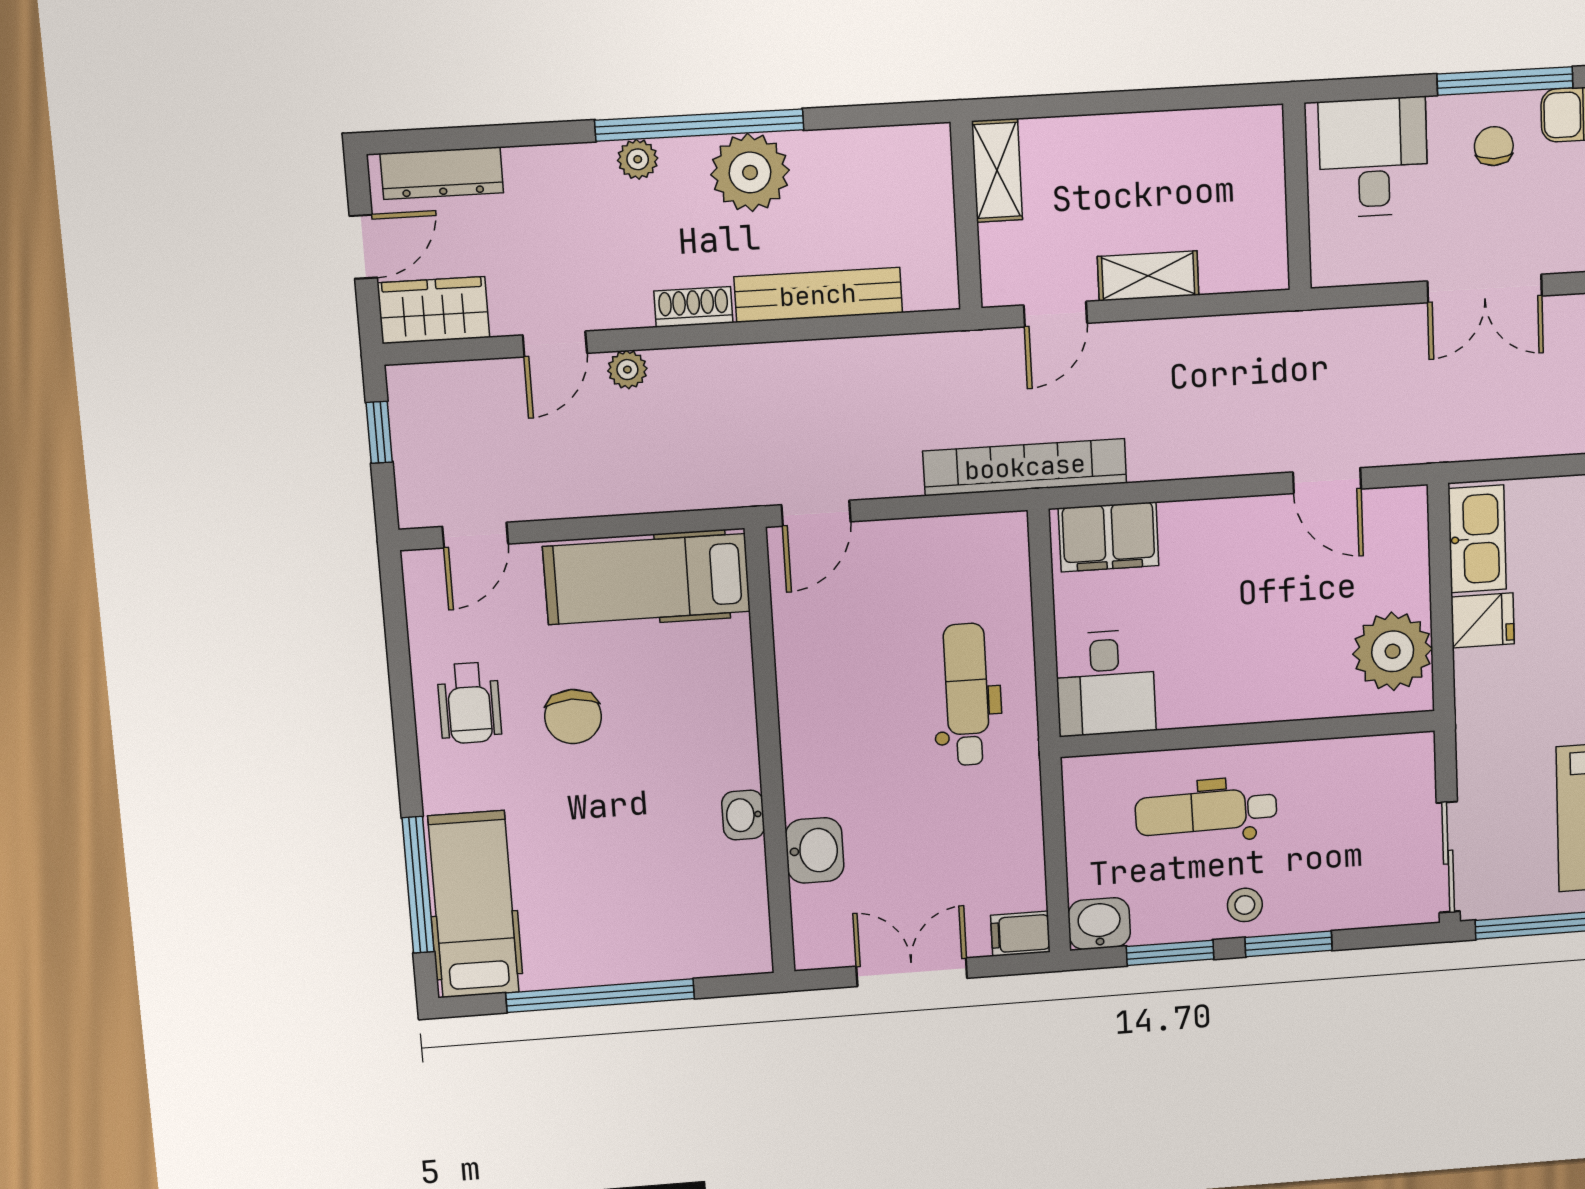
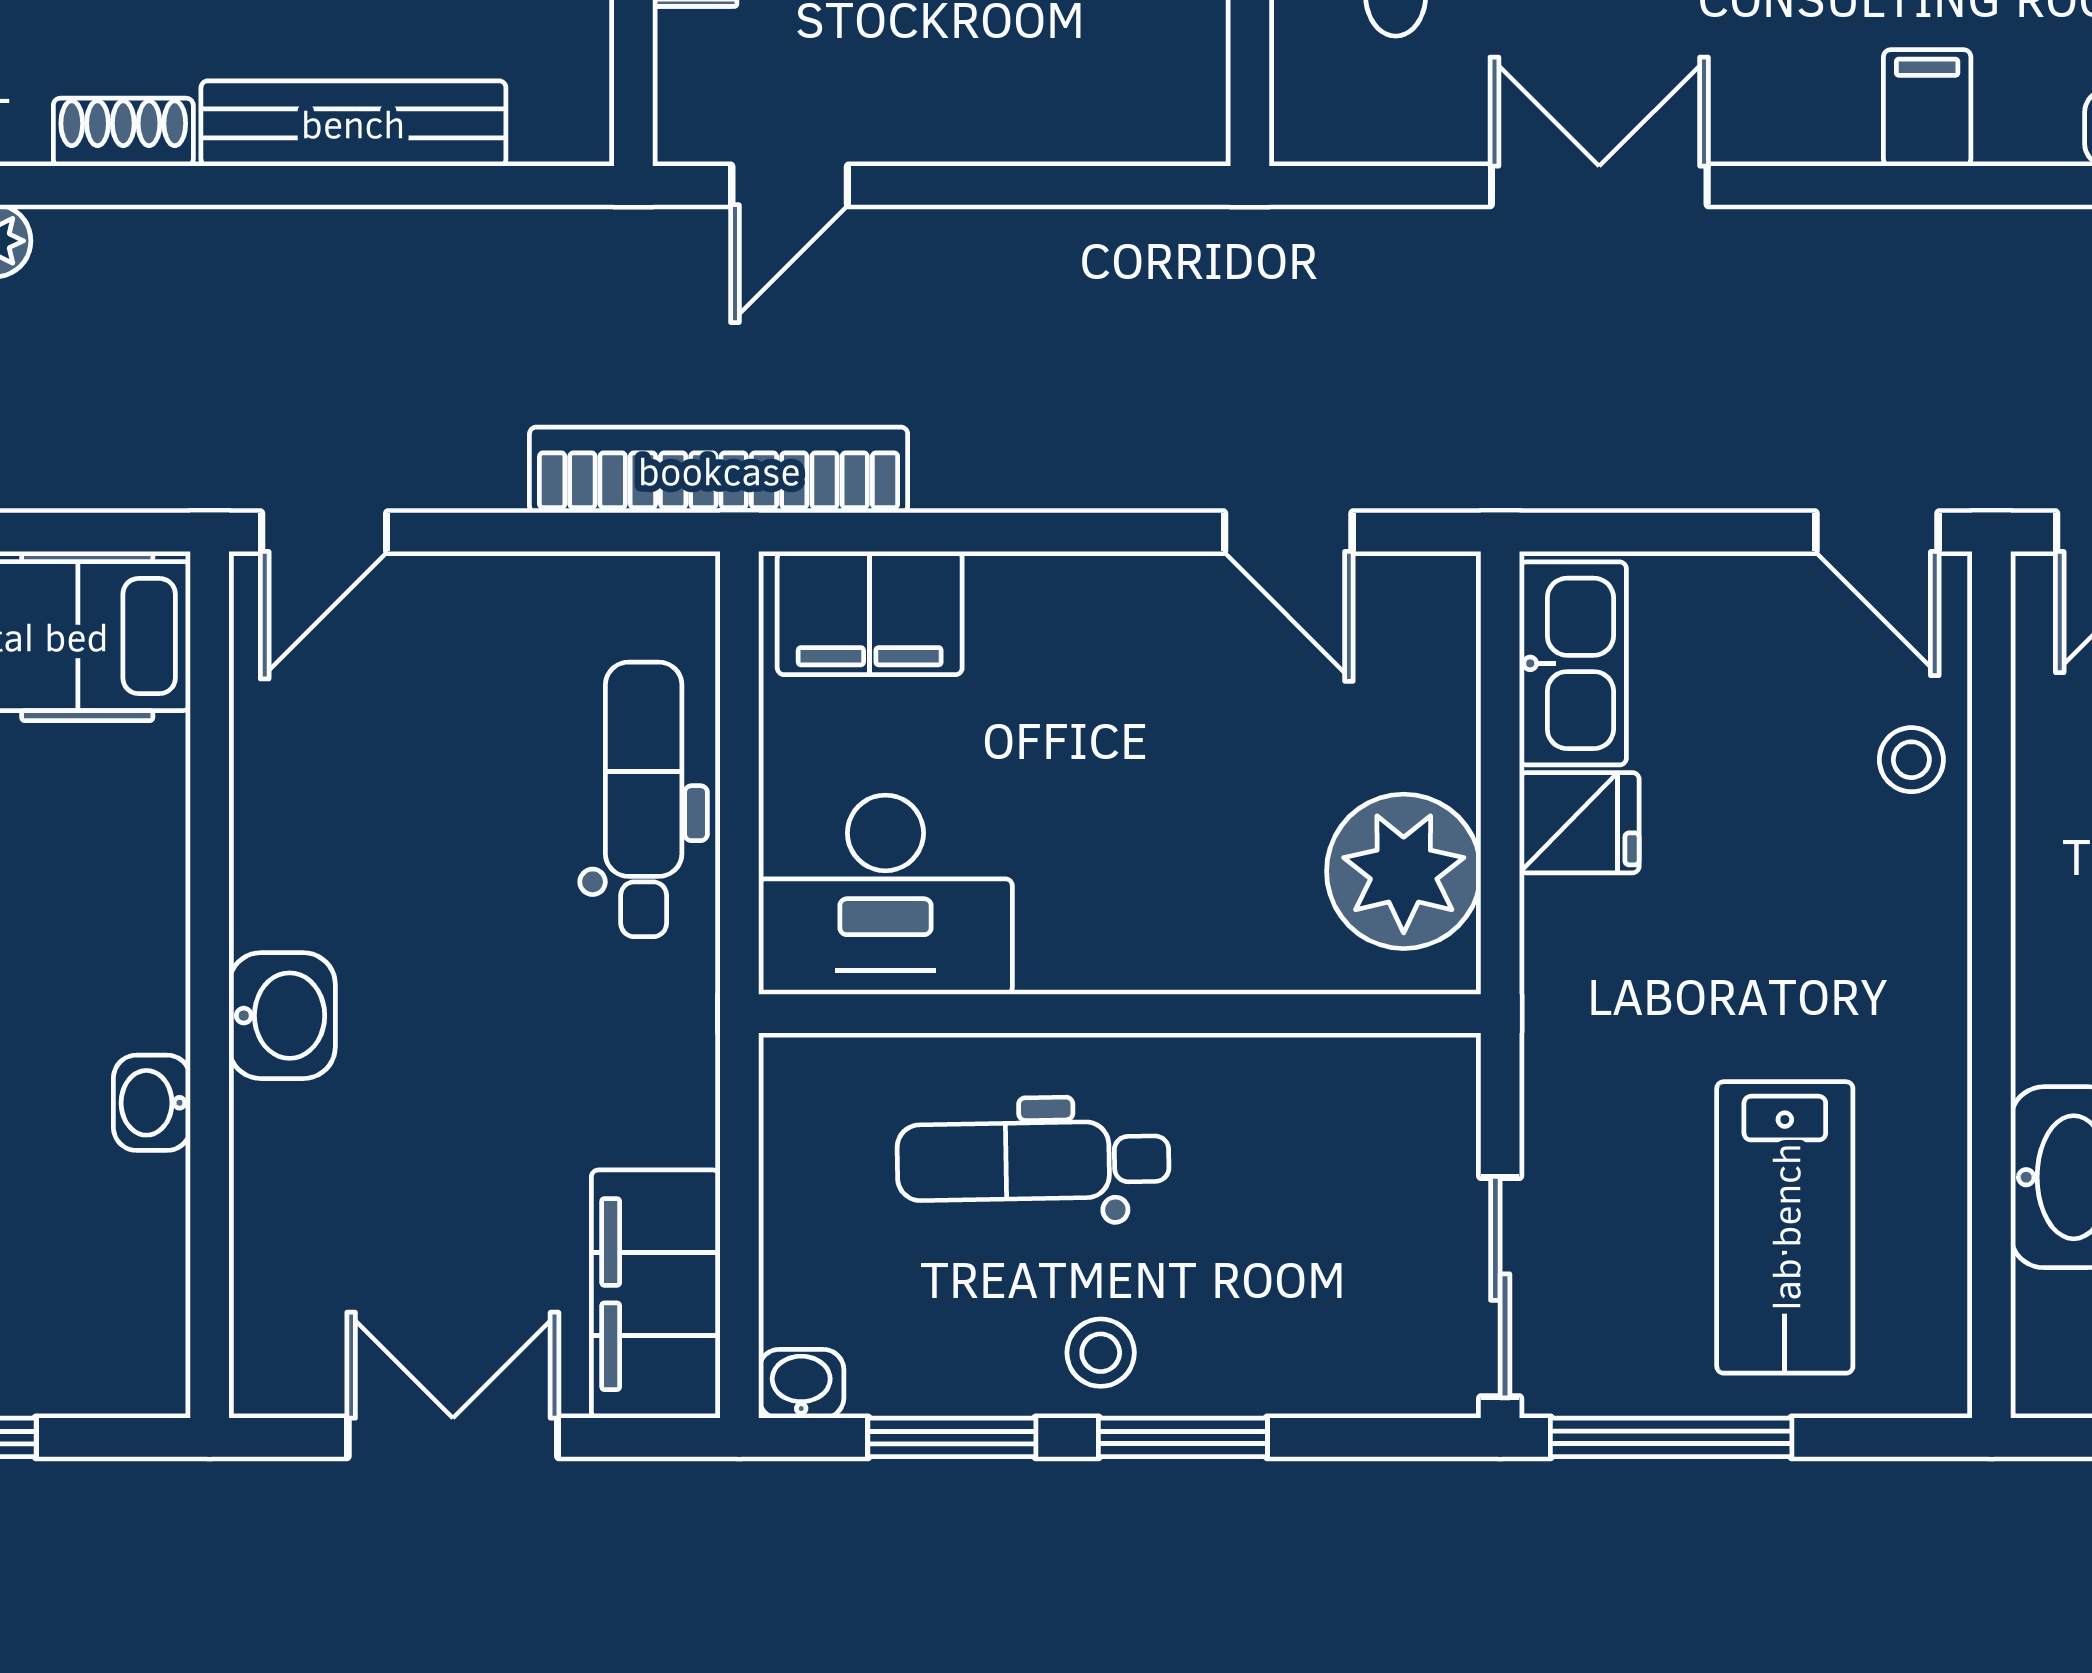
shelving: (1148, 276) -> (966, 124), removed
double door: (1485, 288) -> (1599, 185), swing flipped
desk: (1105, 683) -> (885, 895), width x1.37
dental chair: (967, 695) -> (644, 799), moved
washbasin: (815, 850) -> (282, 1016), moved
washbasin: (1099, 924) -> (801, 1384), width x0.72, depth x0.69
filing cabinet: (1020, 934) -> (656, 1294), width x3.00, depth x1.17

